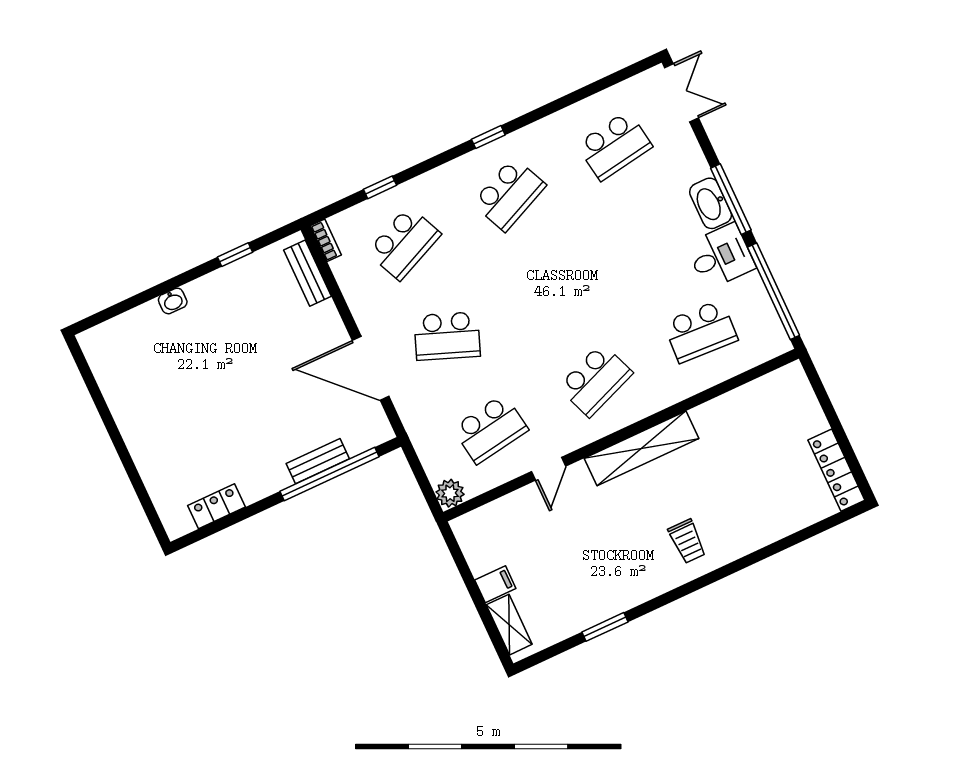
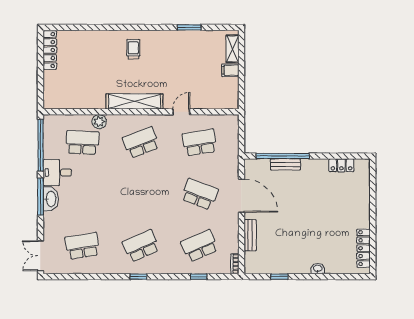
bench: (308, 273) -> (250, 235), moved
locker: (108, 376) -> (364, 248), added
plant: (450, 493) -> (99, 122), moved

